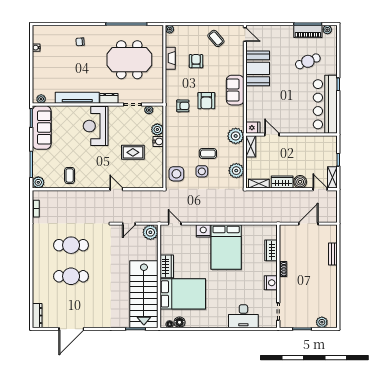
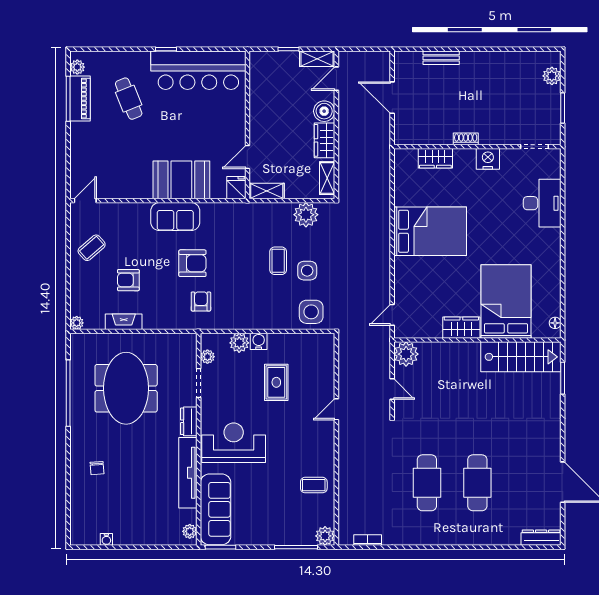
booth: (258, 68) -> (181, 180), moved
reception desk: (96, 126) -> (234, 443), turned 180
sofa: (42, 128) -> (216, 509), moved, turned 90
plant: (236, 136) -> (250, 216), removed
nightstand: (203, 231) -> (404, 268), removed
stairs: (144, 294) -> (521, 357), width x0.73, depth x0.66
floor lamp: (180, 322) -> (552, 307), removed

